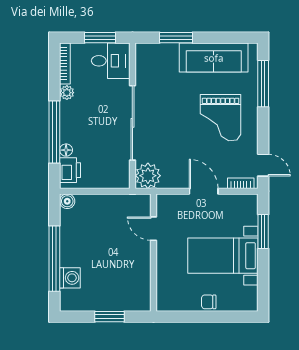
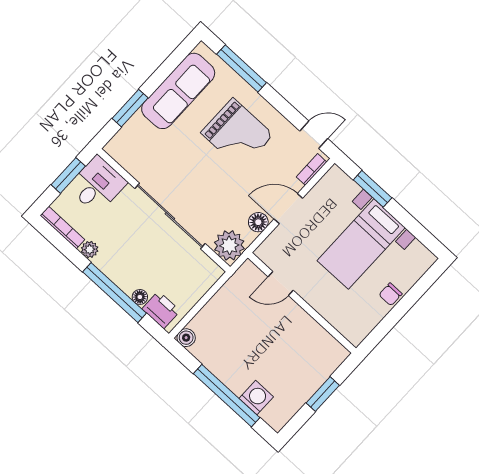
floor lamp: (178, 180) -> (258, 222), added

